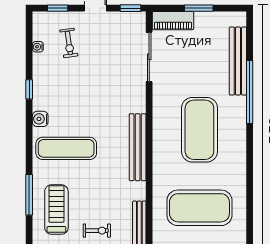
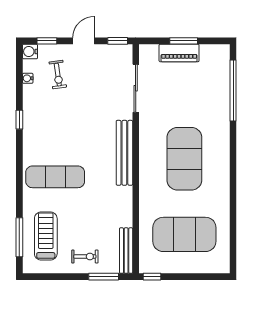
piano: (173, 21) -> (179, 53), moved
bench: (238, 61) -> (222, 92), removed
window: (250, 92) -> (233, 90), moved
water cooler: (40, 119) -> (30, 52), moved
bench: (138, 147) -> (124, 153), moved
window: (29, 195) -> (19, 237), moved

